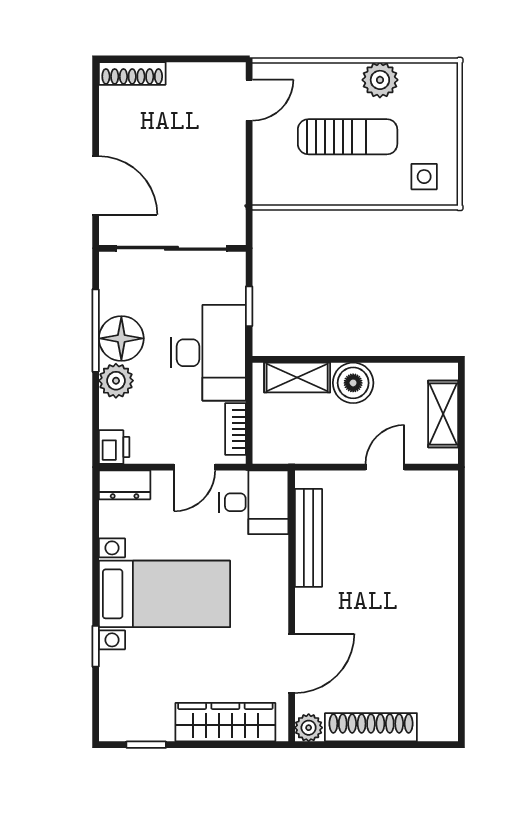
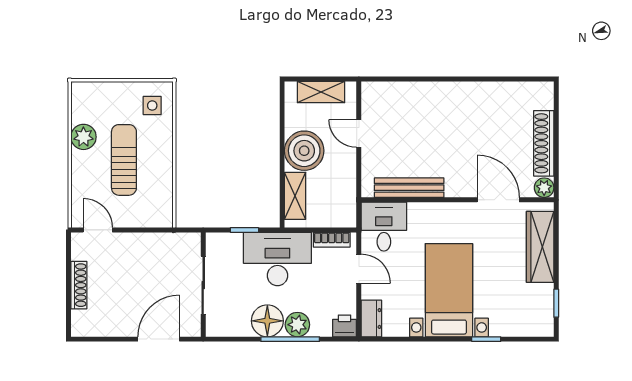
shoe rack: (132, 73) -> (79, 285), moved
sliding door: (171, 248) -> (203, 285), width x0.73
window: (96, 331) -> (290, 339), moved
boiler: (353, 383) -> (304, 151), width x1.37, depth x1.37

